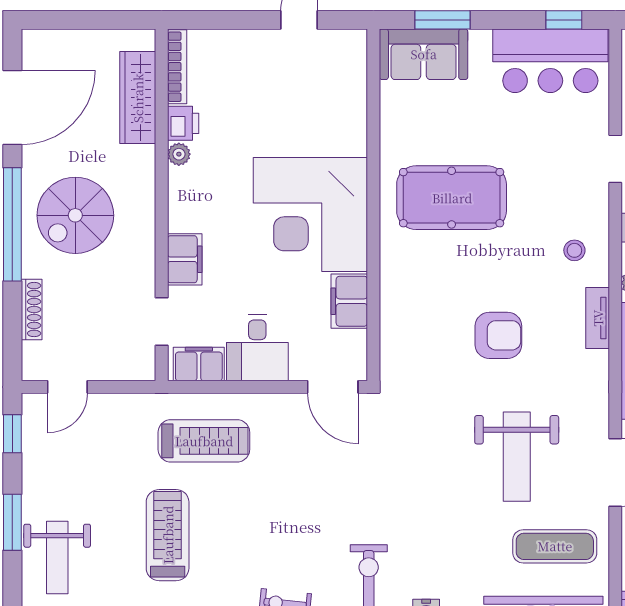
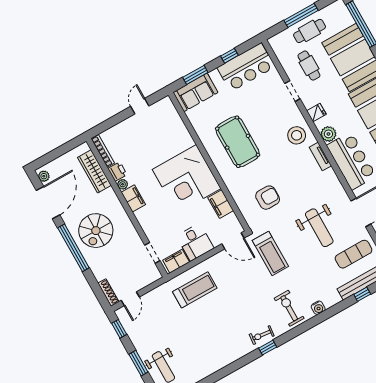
window: (564, 20) -> (229, 56), moved
plant: (33, 51) -> (44, 176), added
pool table: (452, 198) -> (238, 142), turned 90
stool: (574, 250) -> (297, 135), width x1.89, depth x1.89
filing cabinet: (185, 259) -> (133, 198), moved
shoe rack: (32, 310) -> (108, 292), moved
armchair: (498, 335) -> (268, 198), moved
treadmill: (168, 535) -> (270, 253), moved, turned 180

